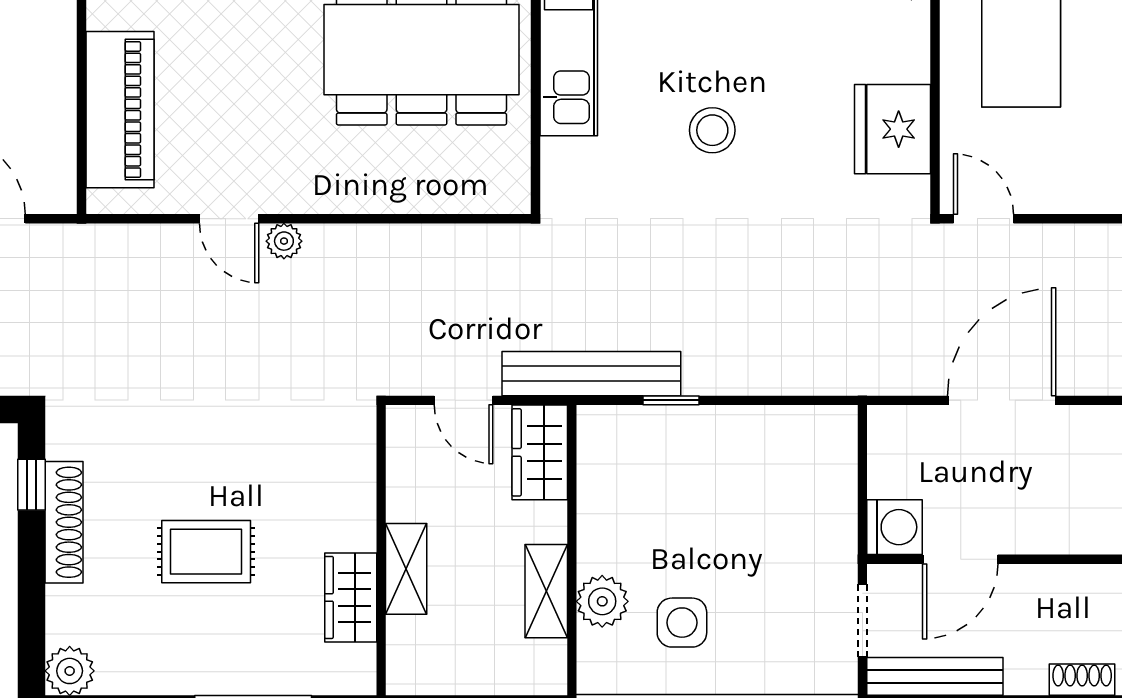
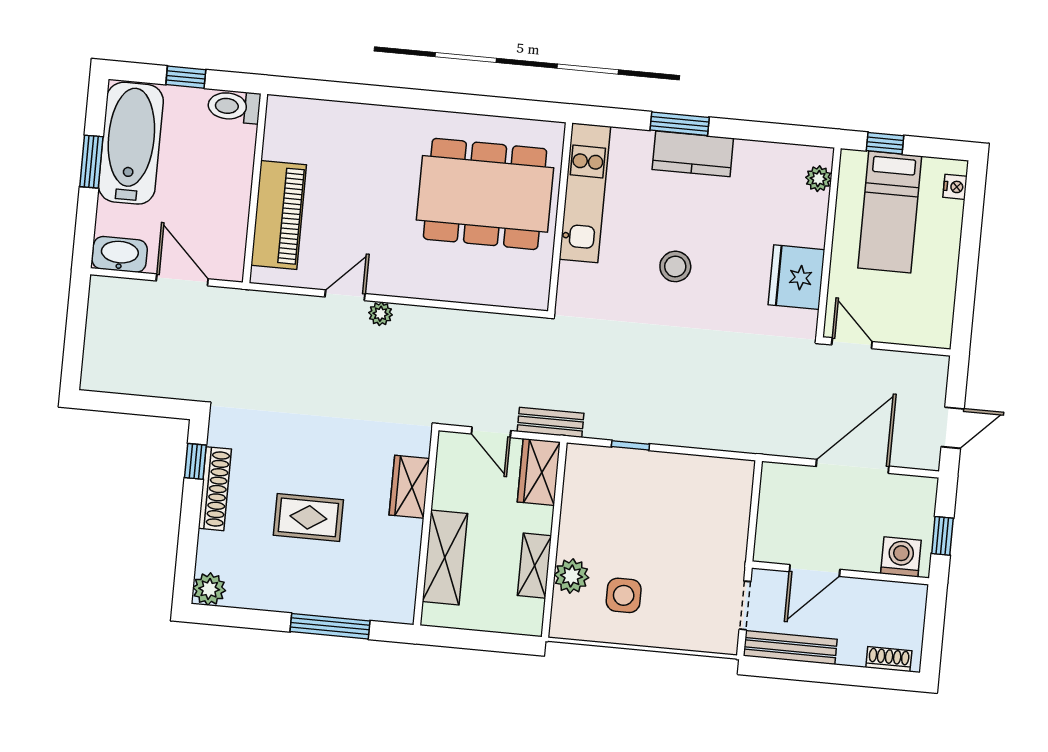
door: (229, 219) -> (345, 295), swing flipped
bench: (591, 374) -> (551, 422), width x0.54, depth x0.82
washing machine: (895, 527) -> (901, 557), moved, turned -90
shelving: (406, 569) -> (445, 557), width x1.50, depth x1.33
wardrobe: (351, 597) -> (409, 487), moved

